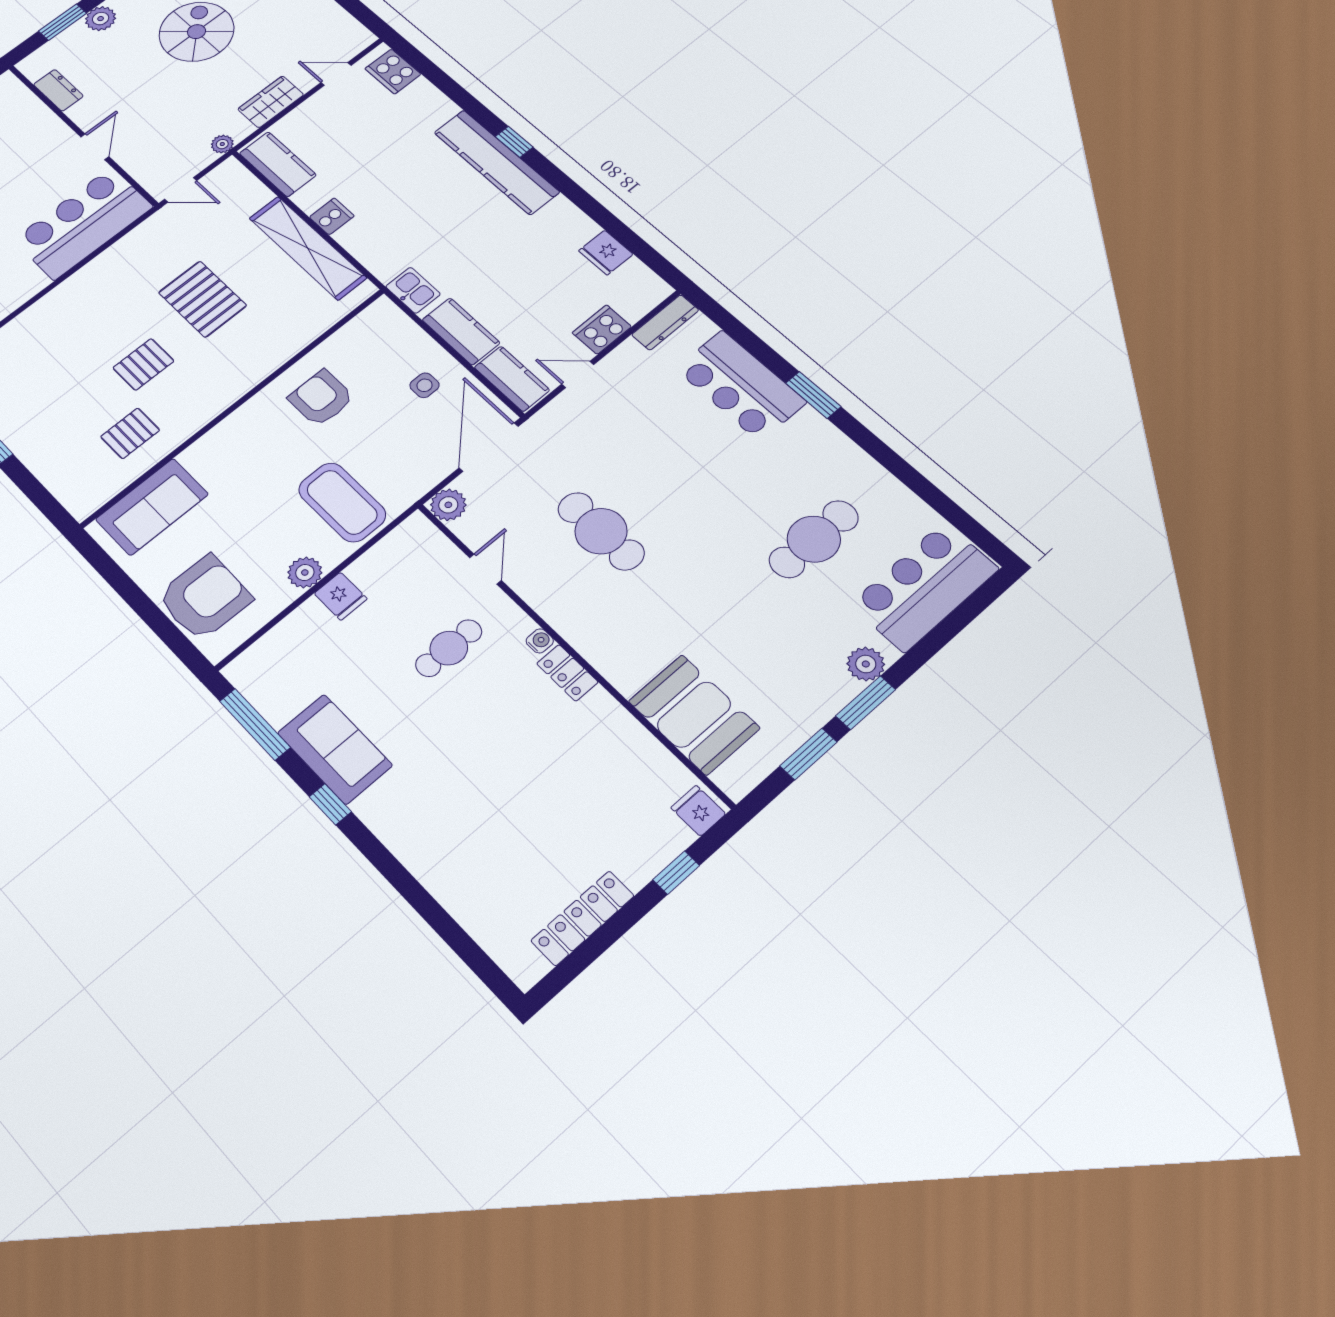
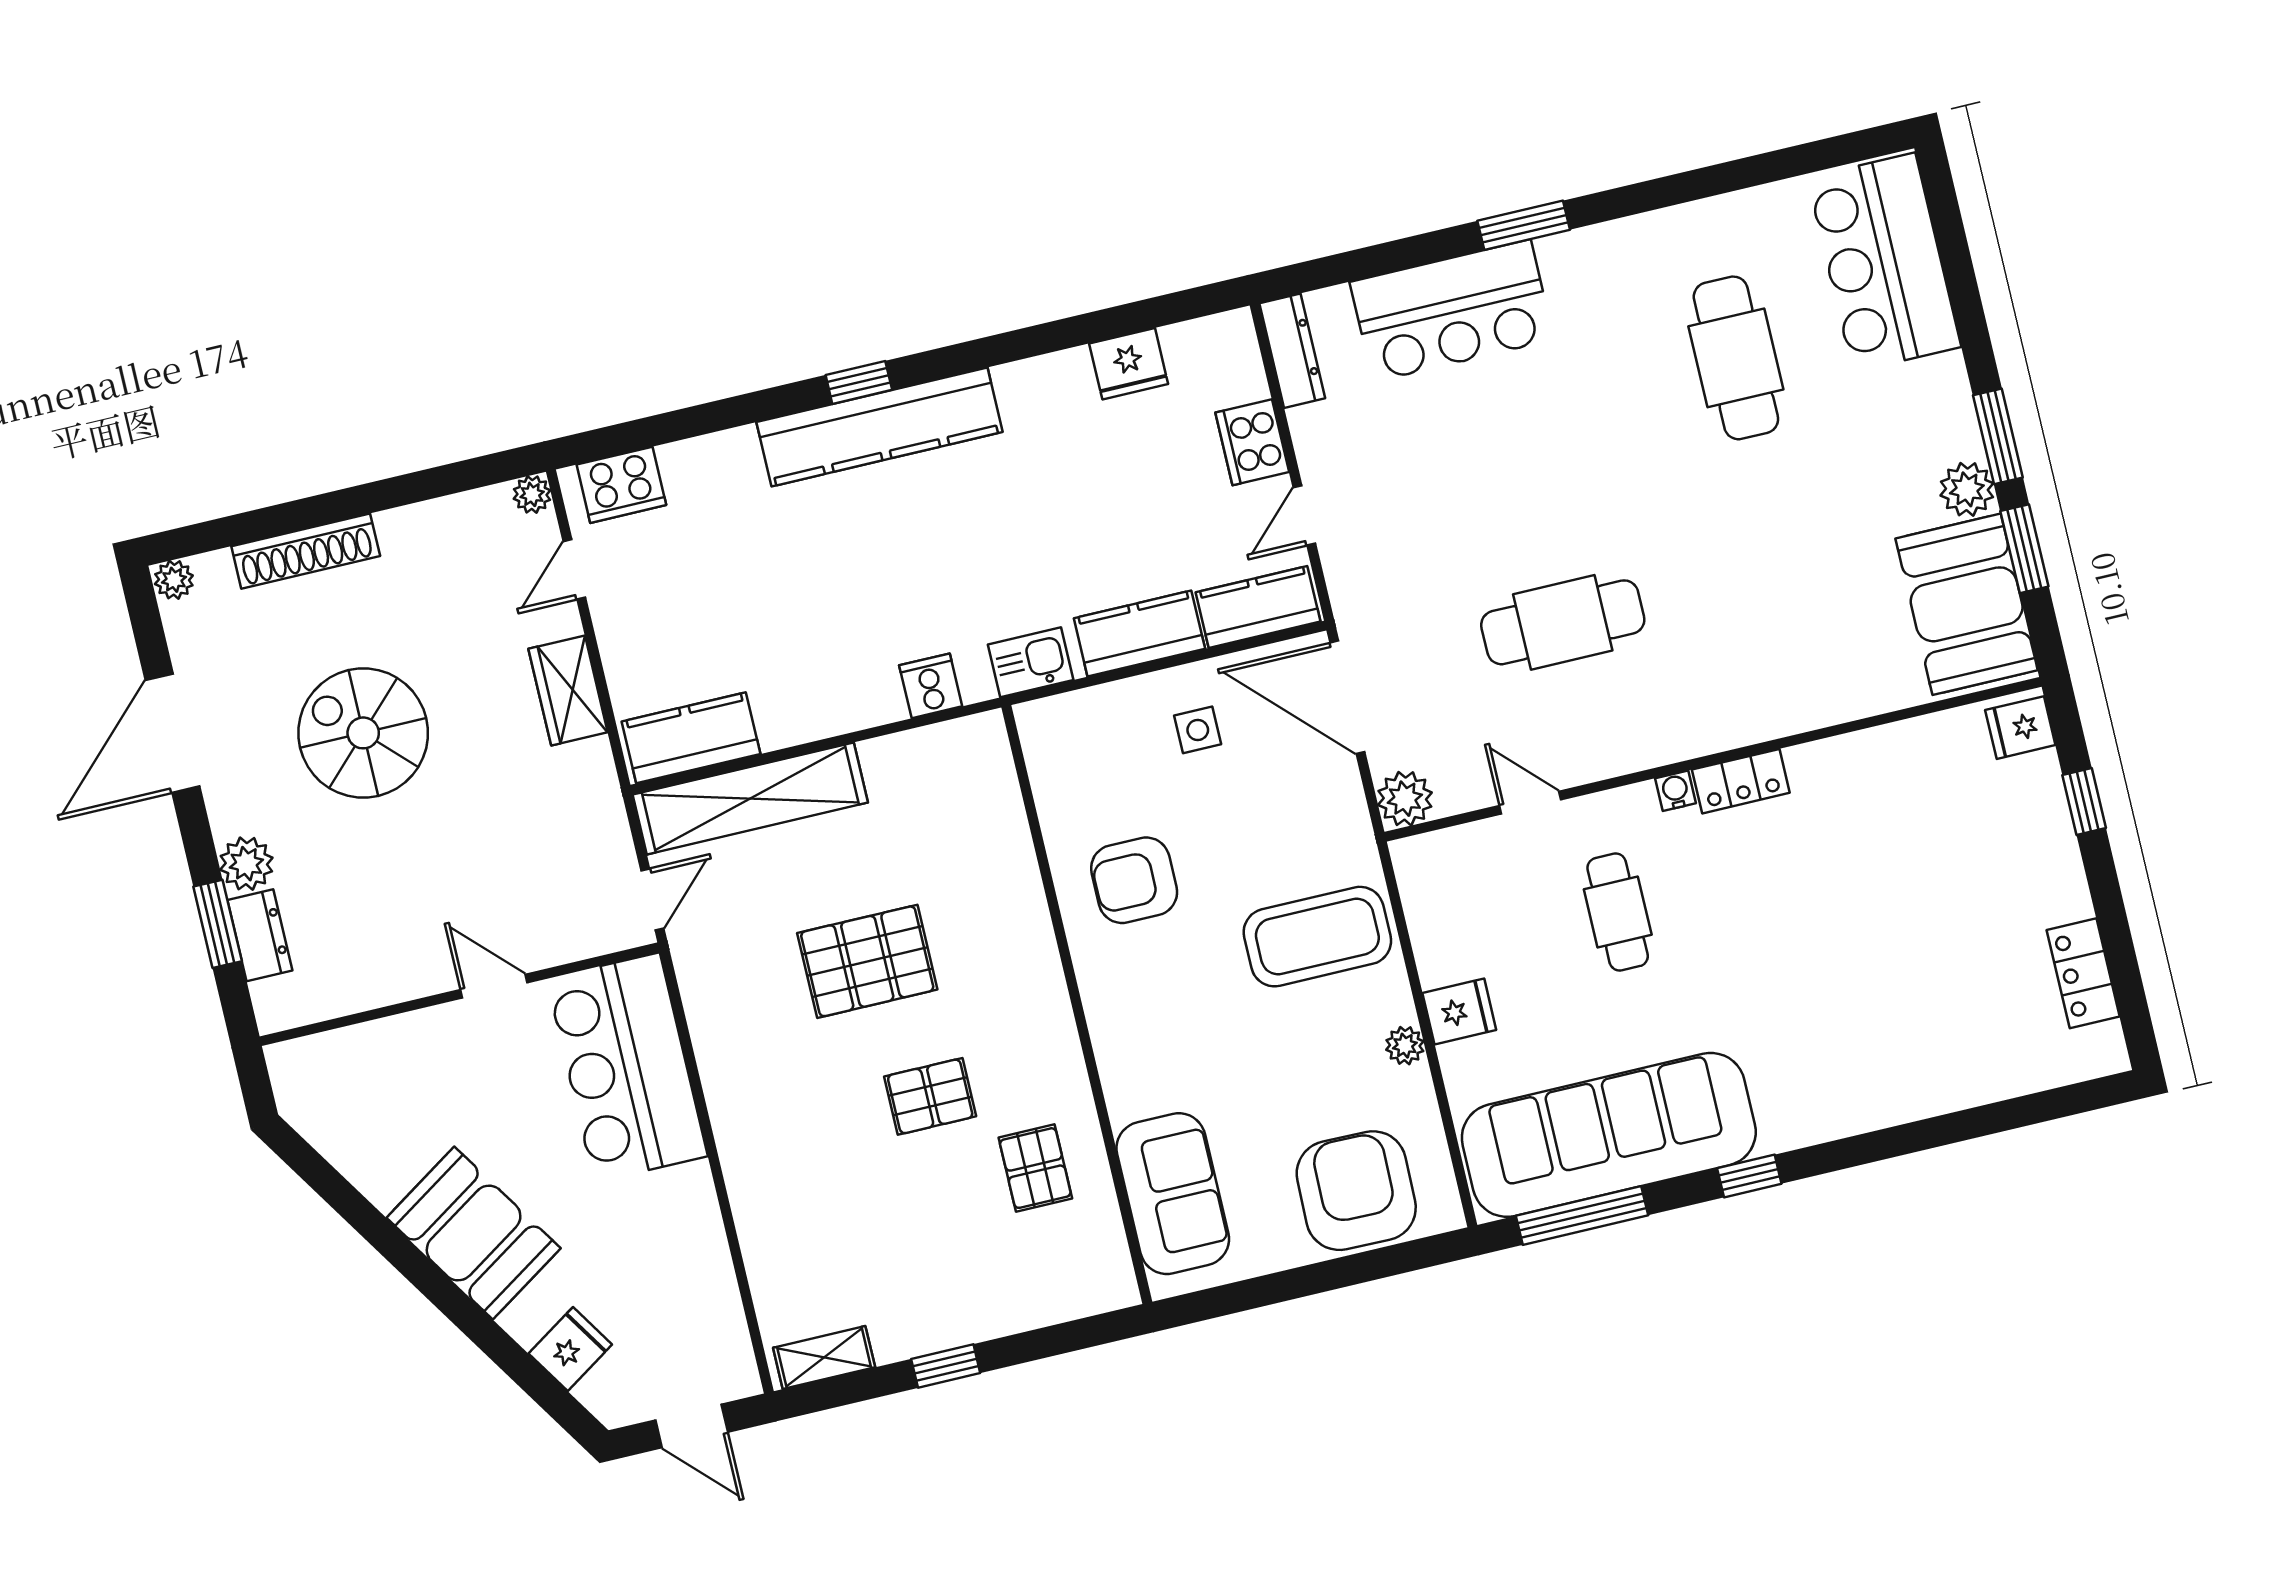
dresser: (58, 90) -> (260, 935), moved, turned 90
plant: (222, 144) -> (532, 494), moved
cooker: (332, 216) -> (931, 686), moved
shelving: (308, 248) -> (750, 798), moved
pallet: (143, 364) -> (930, 1096), turned 90
plant: (305, 573) -> (1405, 1046), width x0.73, depth x0.73
plant: (866, 664) -> (1967, 489), moved
booth: (694, 715) -> (1967, 604), moved, turned 90
sofa: (335, 749) -> (1609, 1135), width x1.85, depth x1.27
locker: (583, 918) -> (2083, 973), width x0.66

